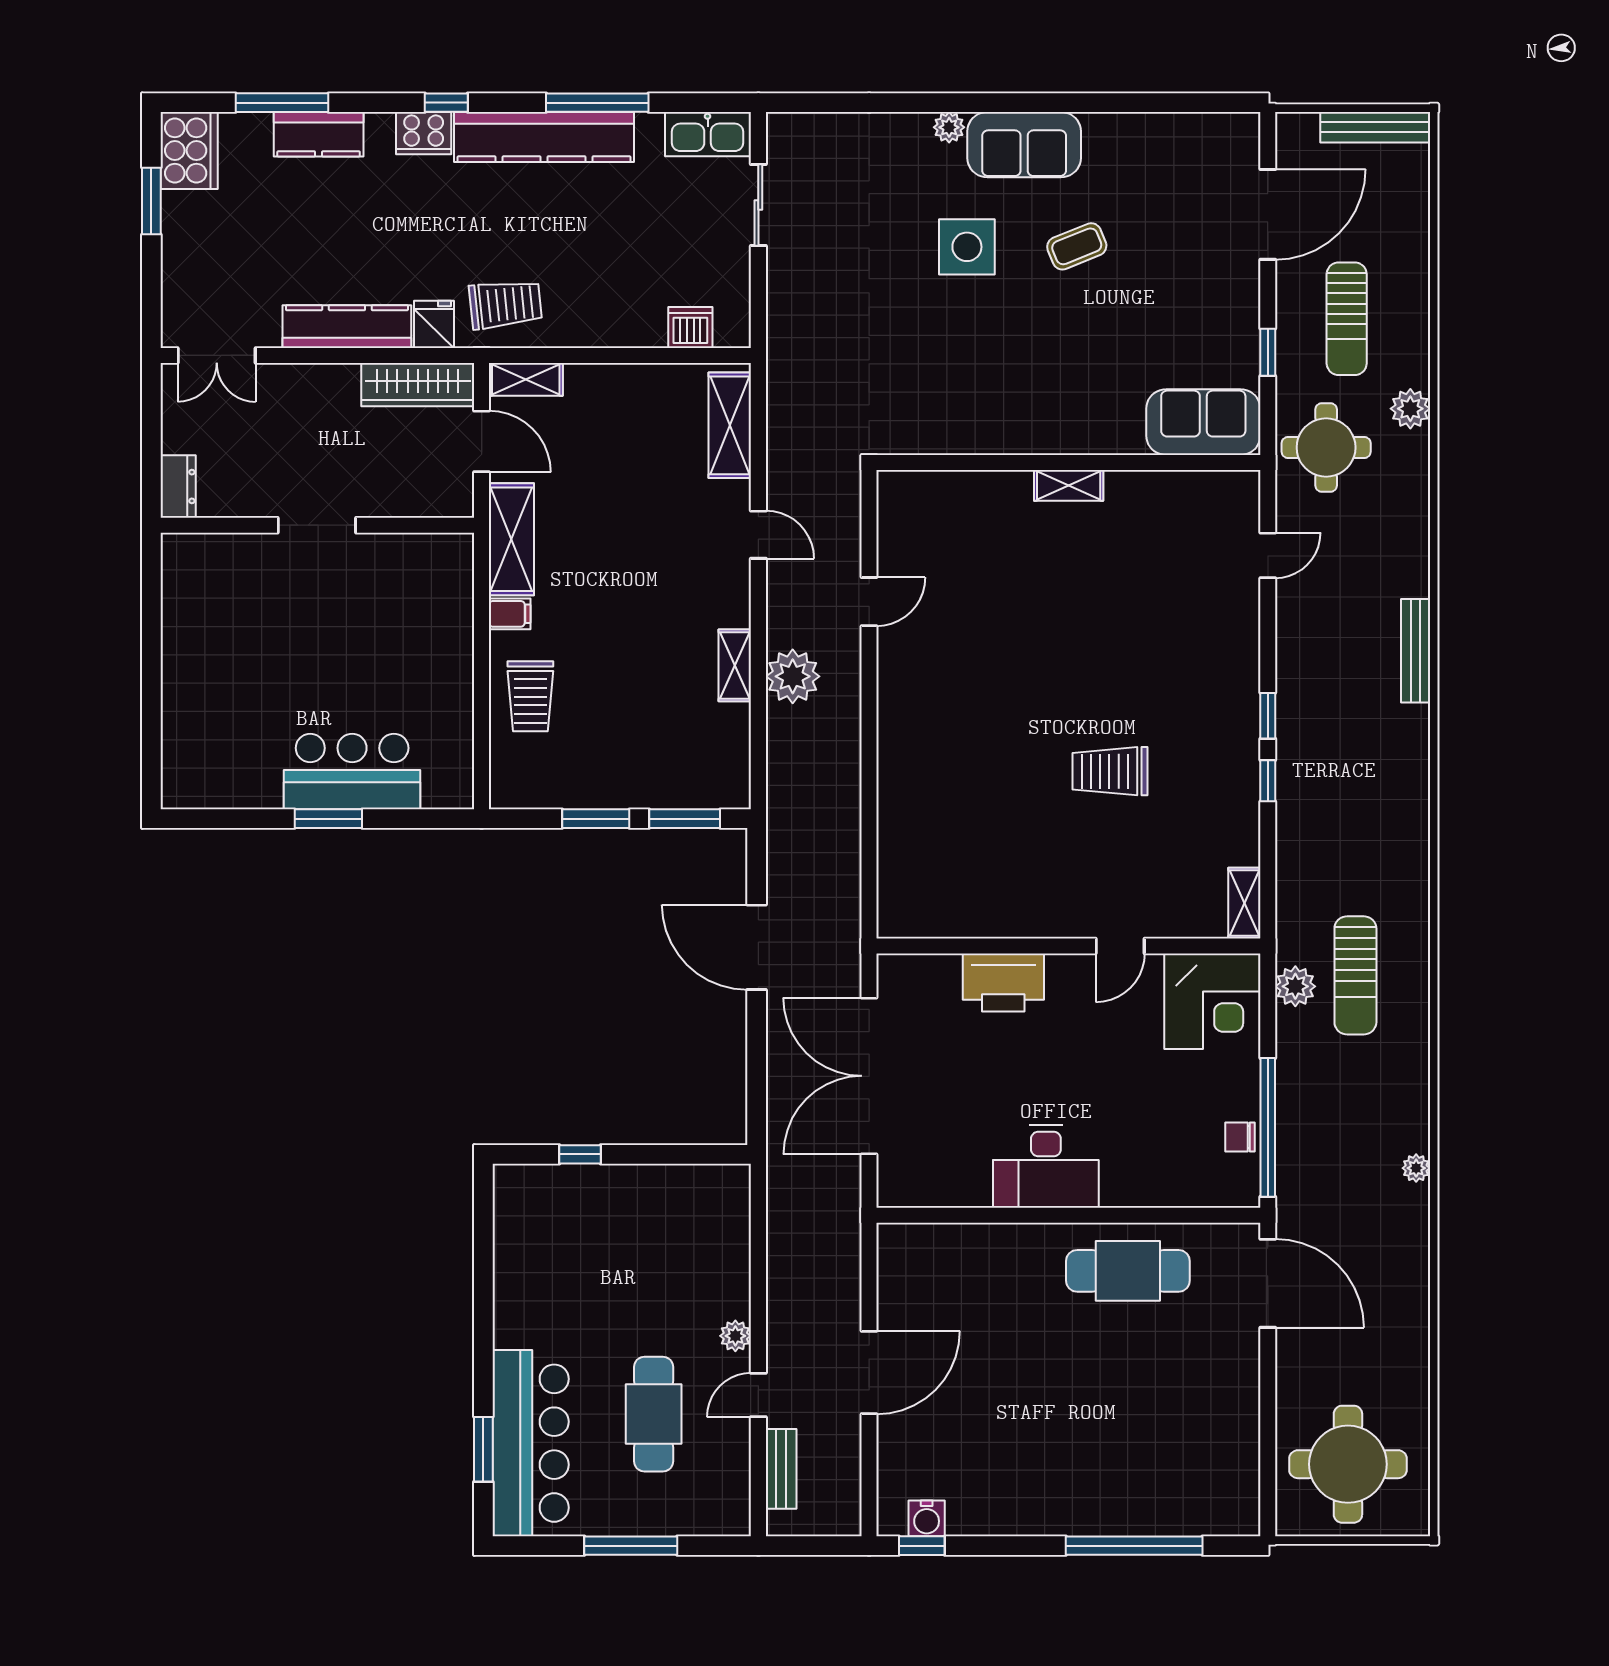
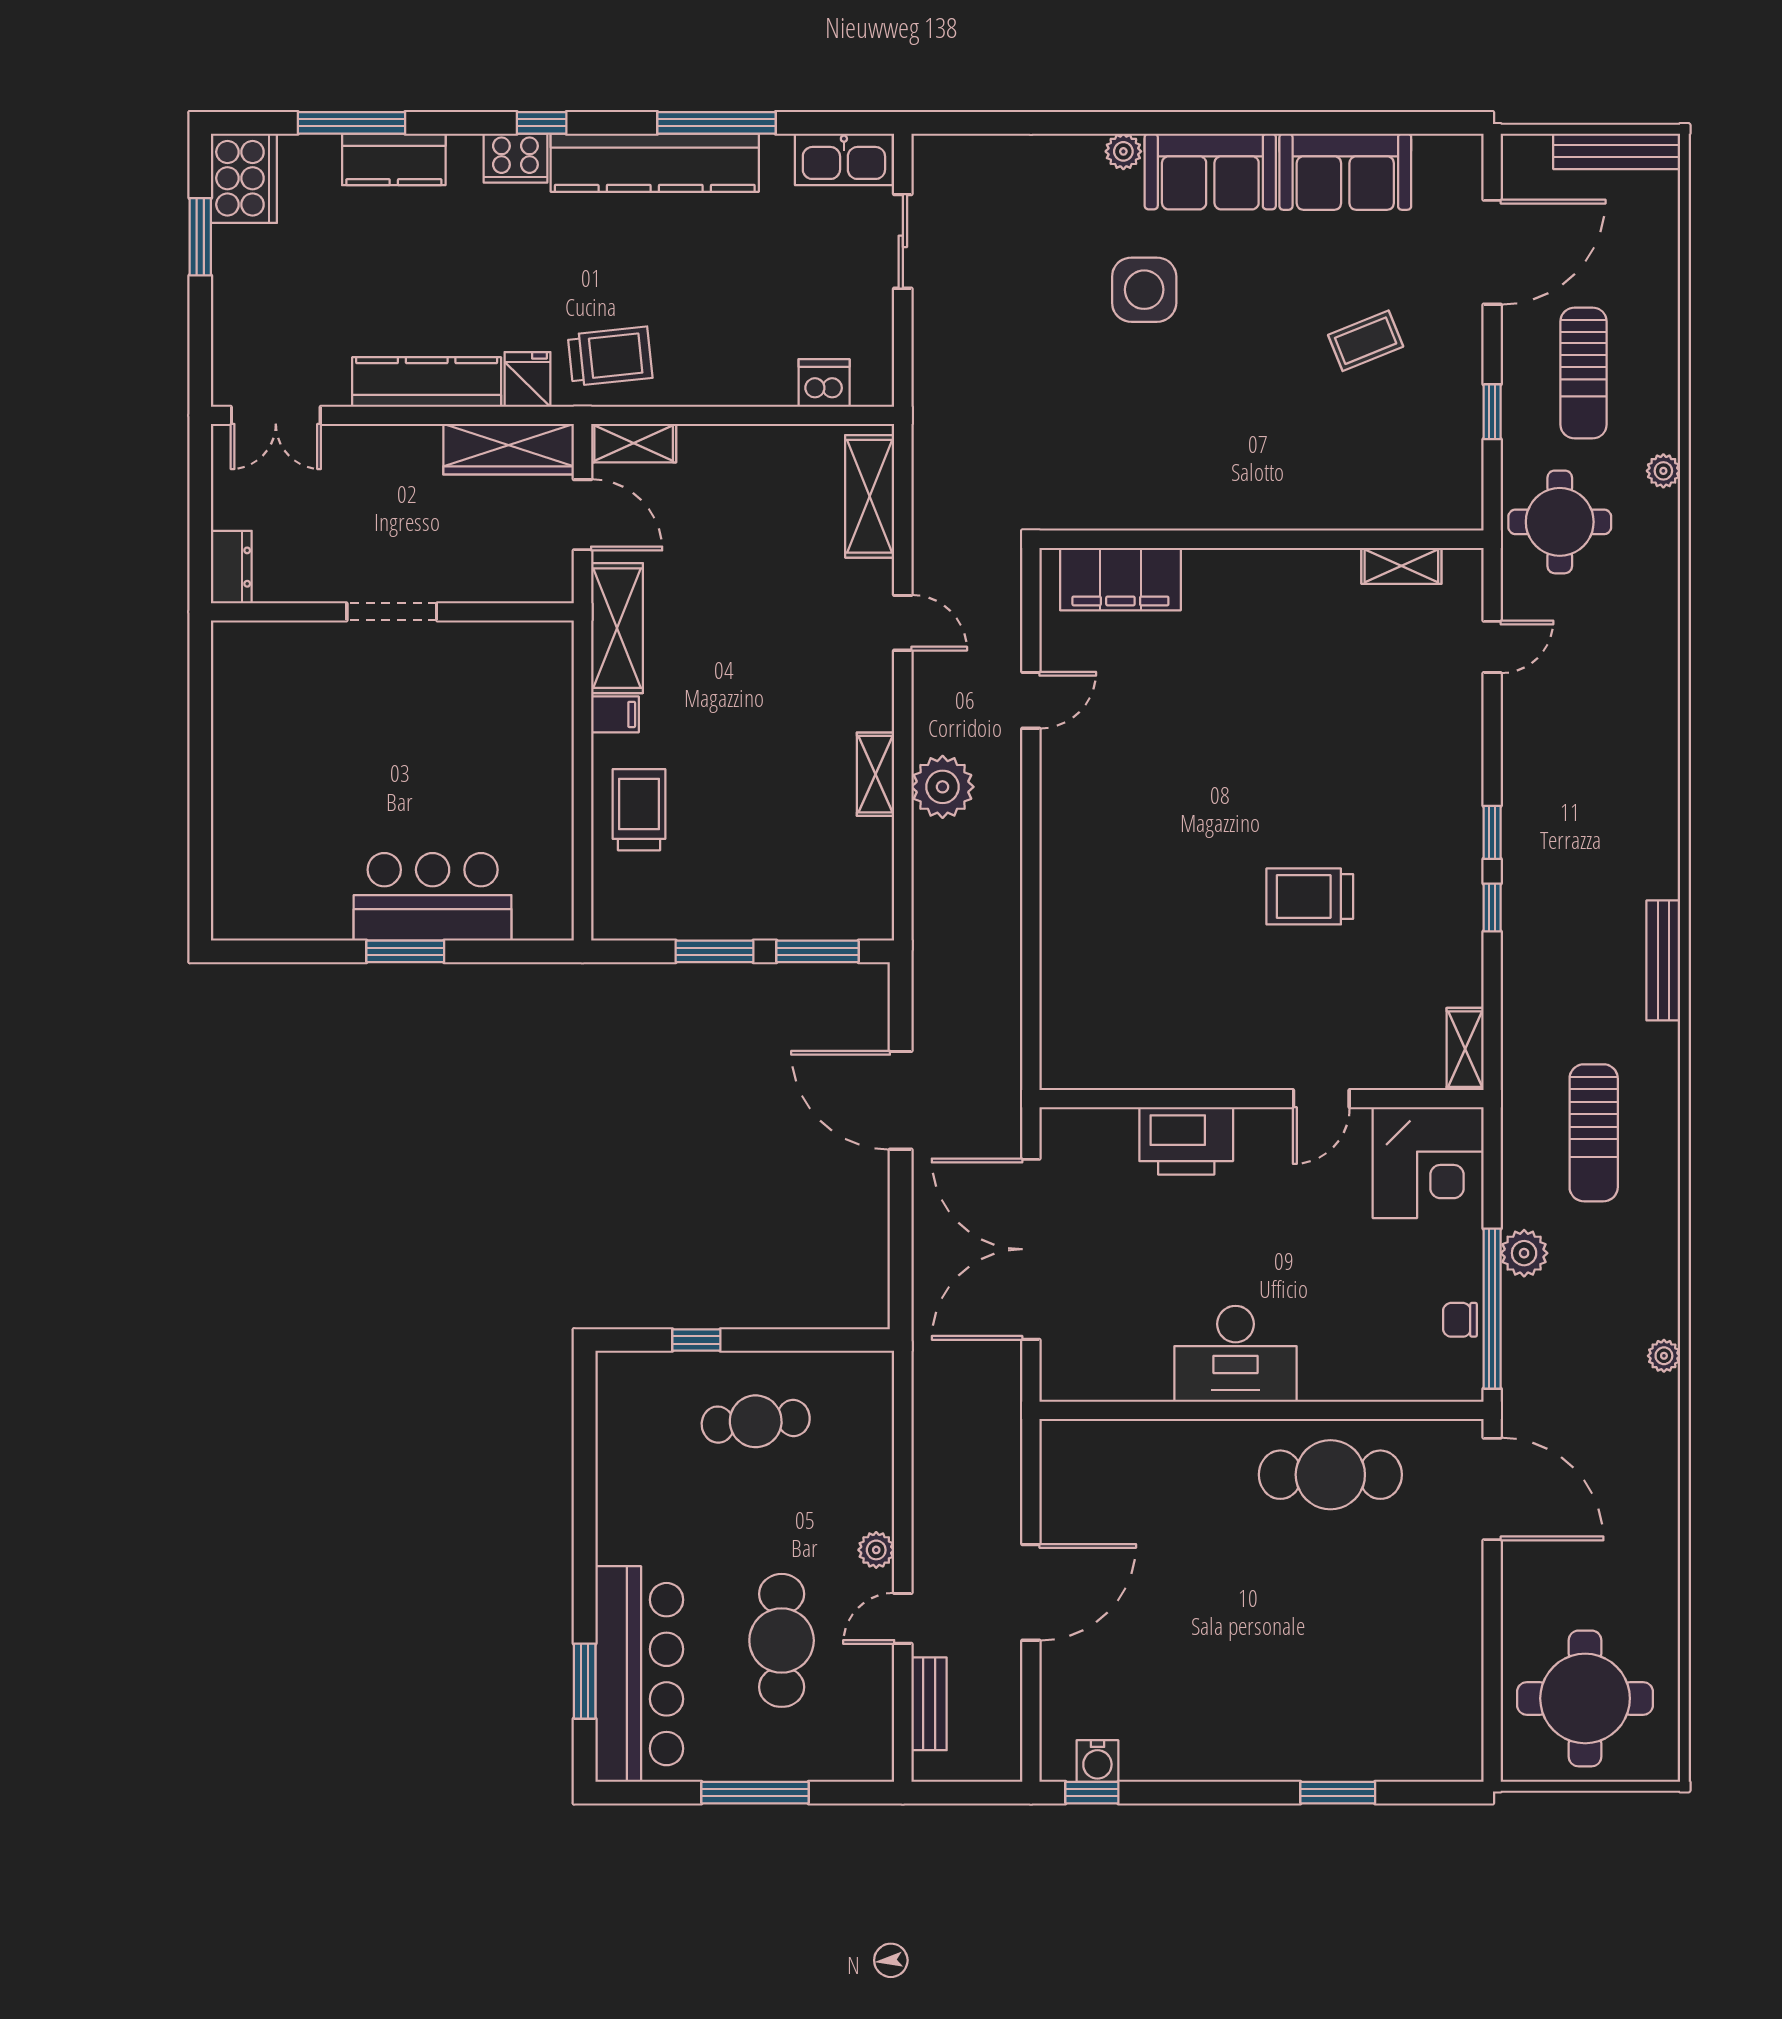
coffee table: (1077, 246) -> (1366, 341), moved
plant: (1410, 409) -> (1663, 471), width x0.73, depth x0.73
sofa: (1203, 422) -> (1345, 172), moved, turned 180
shelving: (1069, 485) -> (1401, 566), moved
filing cabinet: (946, 497) -> (1120, 579), added
bench: (1416, 651) -> (1663, 960), moved
trolley: (530, 696) -> (639, 810), turned 180
plant: (1295, 986) -> (1524, 1253), moved
cafe table: (631, 1225) -> (756, 1421), added
window: (1134, 1546) -> (1338, 1793), width x0.47

